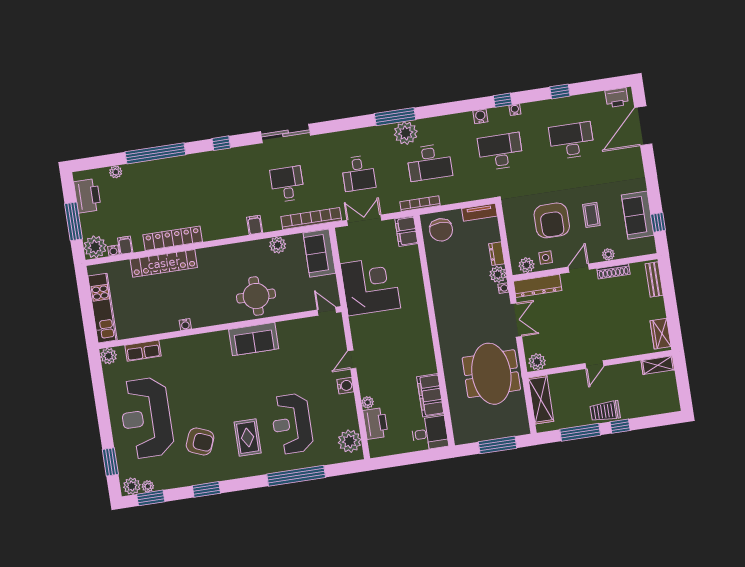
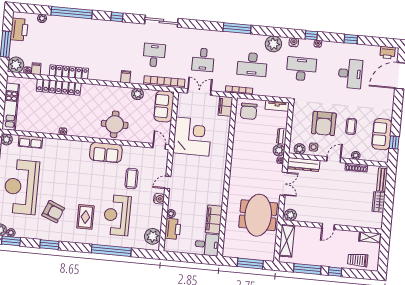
plant: (406, 133) -> (273, 44), moved
desk: (572, 141) -> (350, 74), turned 90
wardrobe: (661, 334) -> (379, 202), moved
coffee table: (299, 367) -> (132, 178), added
trolley: (605, 411) -> (358, 260), moved

